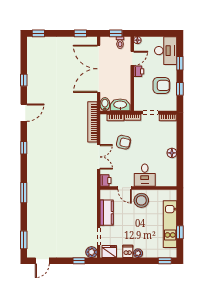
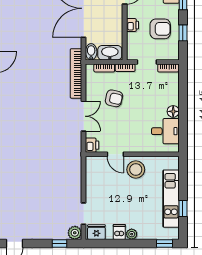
printer: (139, 71) -> (132, 25), moved
desk: (145, 175) -> (165, 131), moved, turned -90
kitchen counter: (107, 213) -> (93, 185), removed

